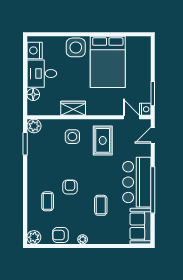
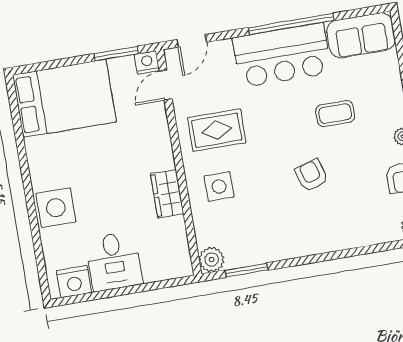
bed: (108, 62) -> (64, 98), moved
floor lamp: (33, 94) -> (154, 271), removed
door: (153, 135) -> (192, 41), hinge flipped
armchair: (70, 187) -> (312, 175), turned 73
coffee table: (48, 201) -> (344, 212), removed

